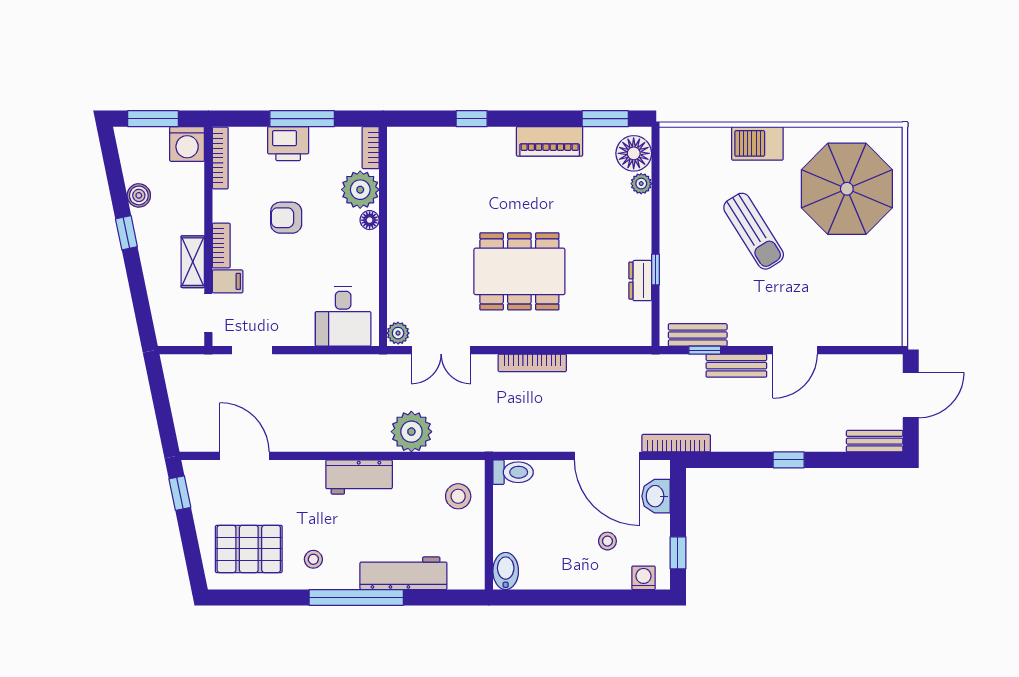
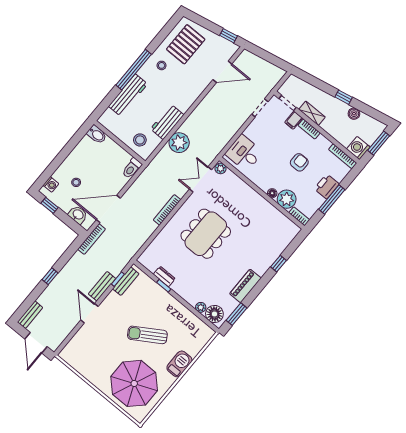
workbench: (359, 477) -> (167, 122), moved

